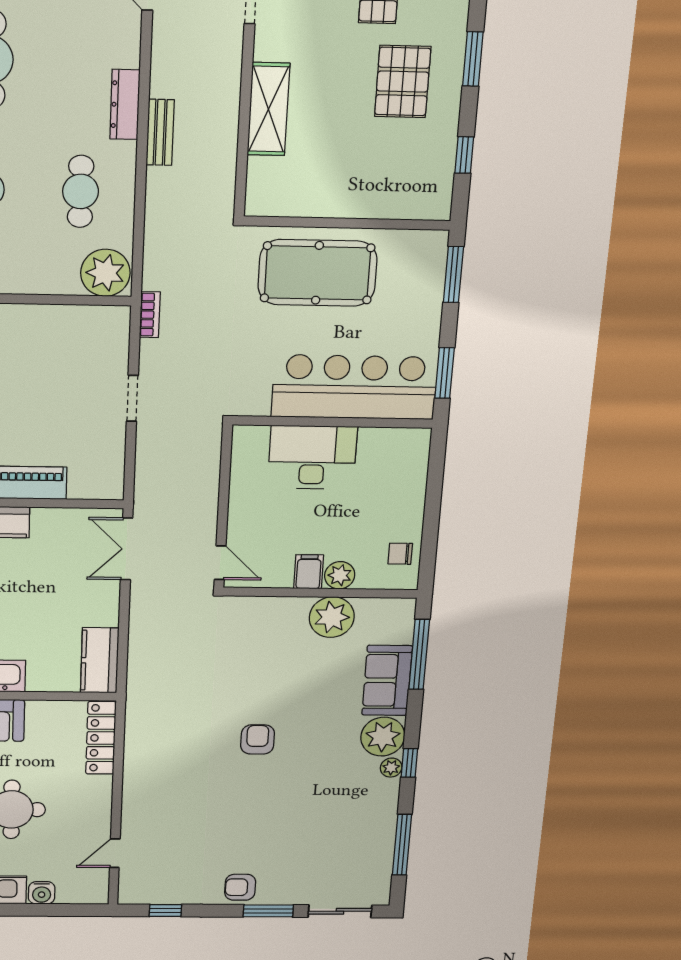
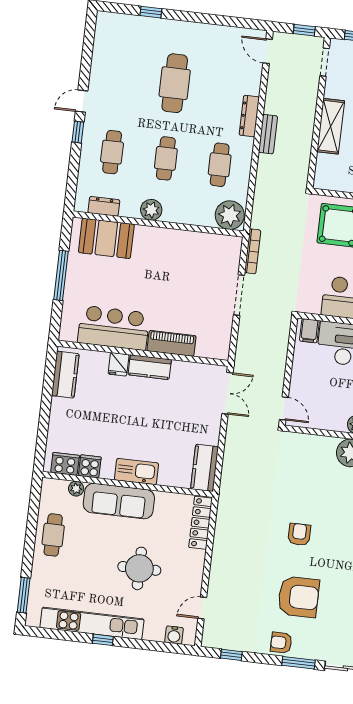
bookcase: (150, 315) -> (253, 251), width x1.56
doorway: (132, 398) -> (239, 295), width x1.38
double door: (127, 549) -> (227, 393), swing flipped
filing cabinet: (309, 572) -> (309, 331), moved, turned 180
armchair: (262, 824) -> (298, 597), added
water cooler: (42, 893) -> (174, 635), moved

